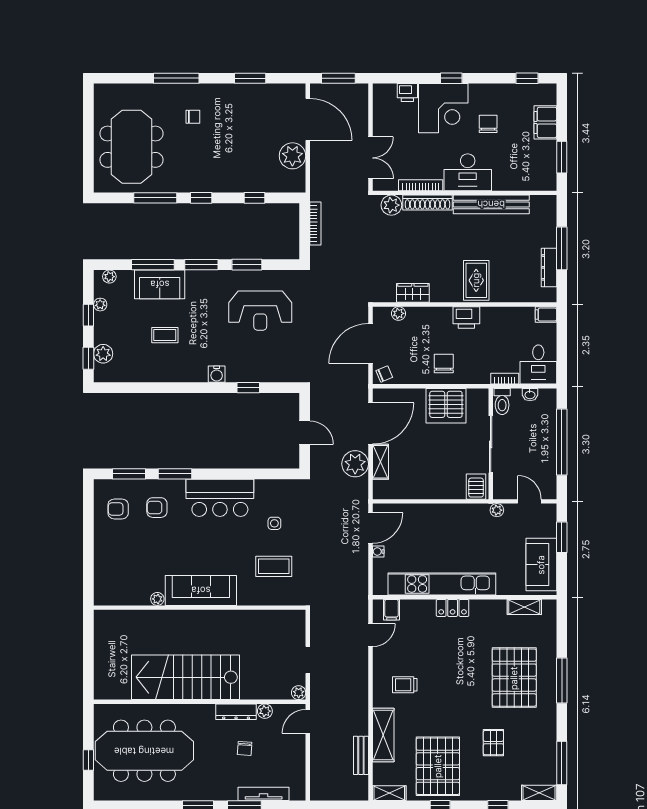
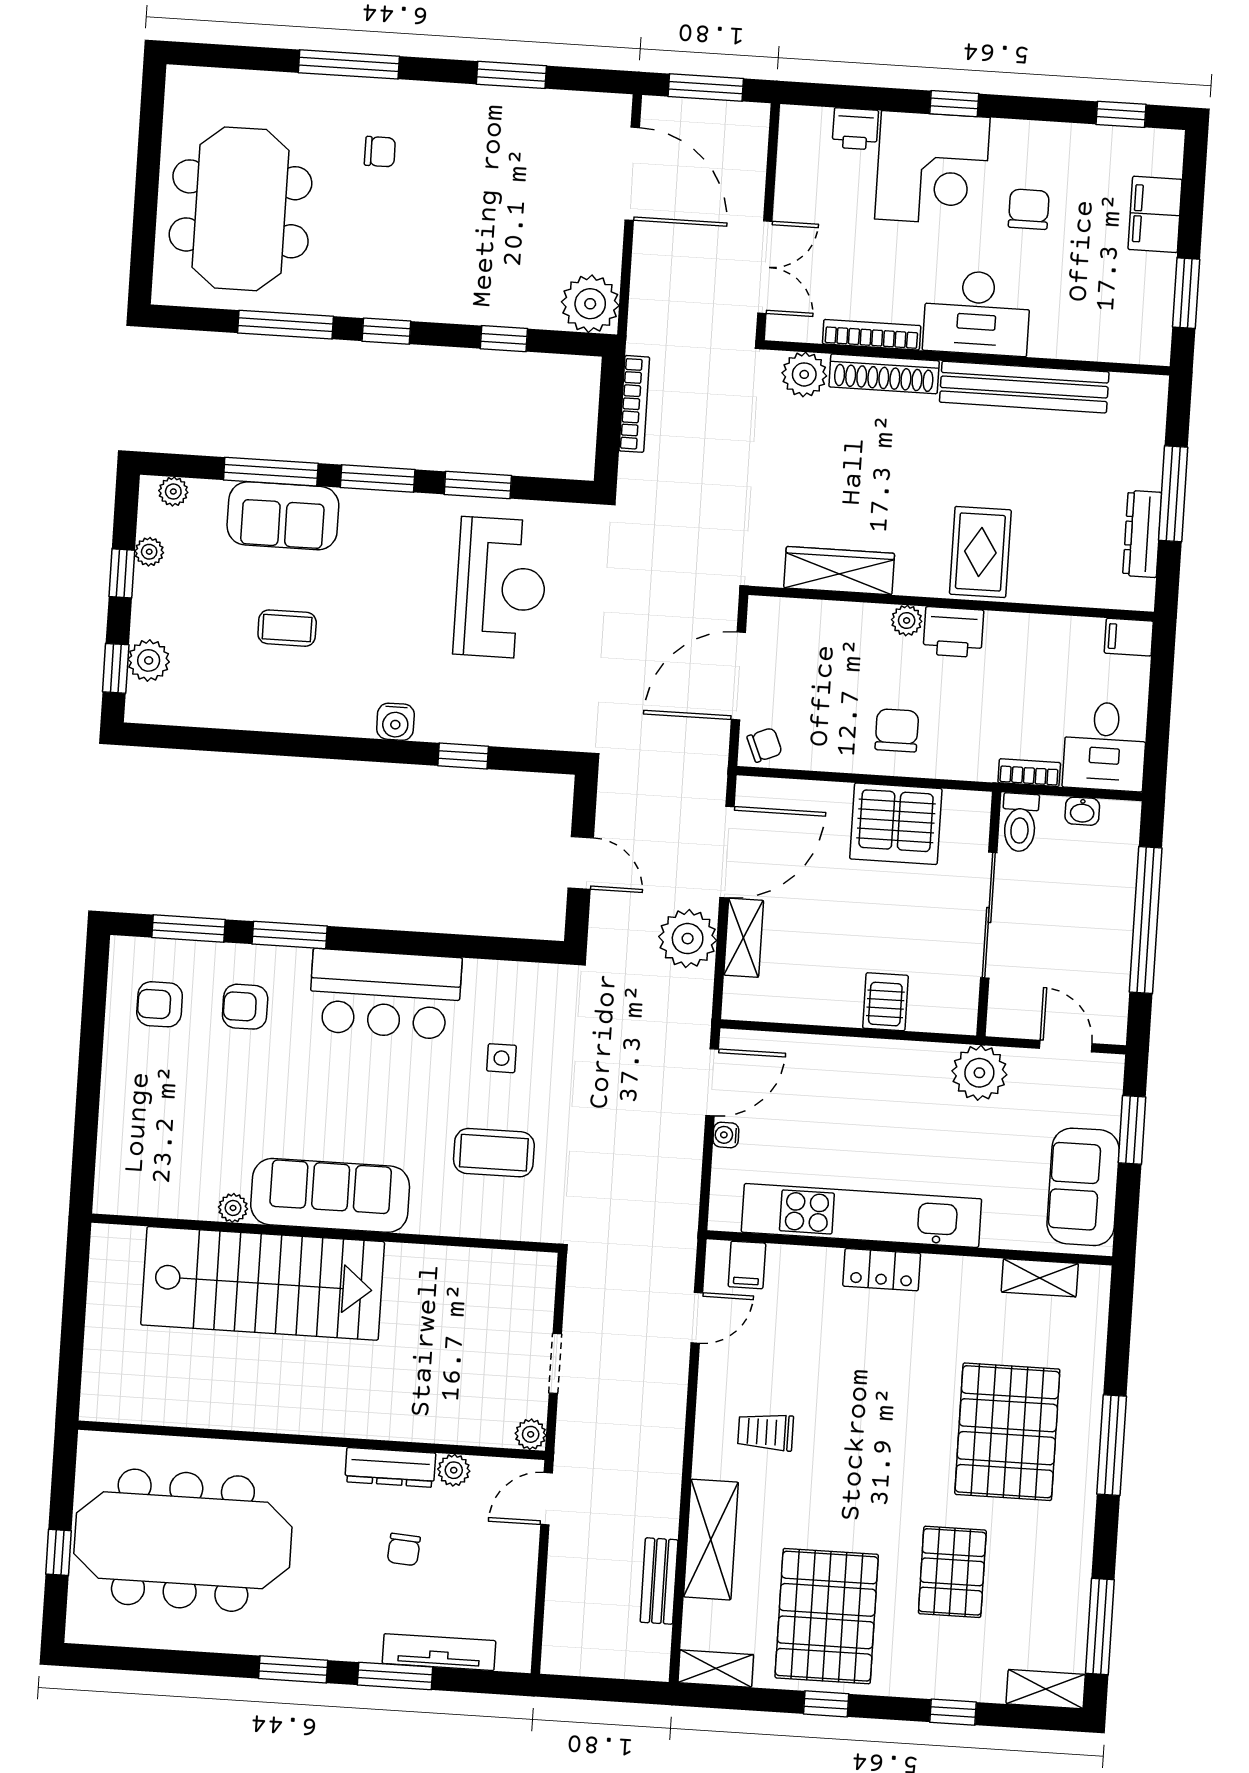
plant: (292, 156) -> (590, 304), moved
wardrobe: (413, 293) -> (839, 571), width x1.50
reception desk: (260, 311) -> (501, 588), turned -90
plant: (398, 313) -> (907, 620), moved
server rack: (476, 487) -> (885, 1002), moved
plant: (497, 510) -> (979, 1073), width x1.88, depth x1.88
stairs: (186, 677) -> (263, 1283), moved, turned 180
pallet: (493, 743) -> (952, 1572), width x1.50, depth x1.42

